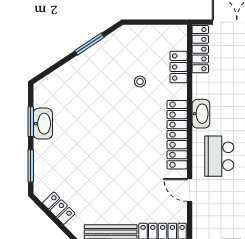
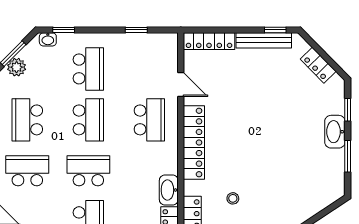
washbasin: (201, 114) -> (169, 190), moved
washbasin: (43, 124) -> (335, 132), moved
window: (31, 166) -> (348, 110), width x0.67

